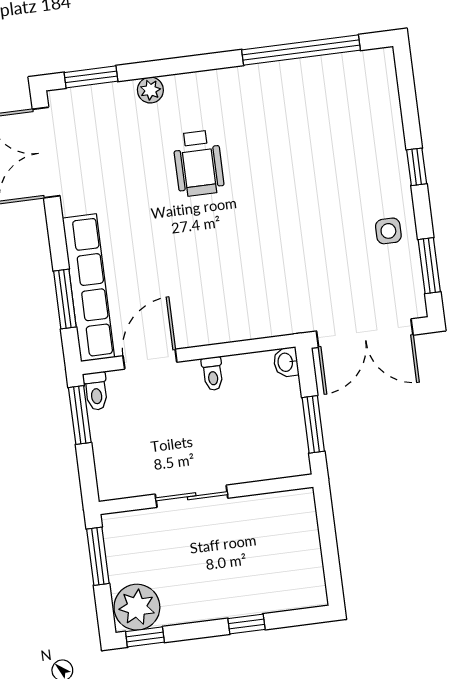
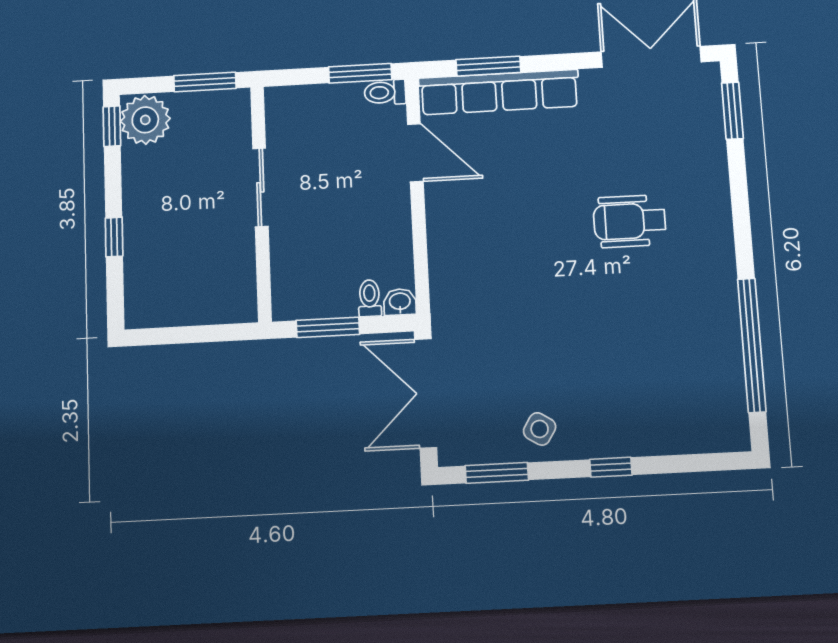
plant: (150, 90) -> (714, 174), removed
side table: (388, 231) -> (540, 429), turned 32
toilet: (213, 374) -> (370, 298), moved, turned 90

